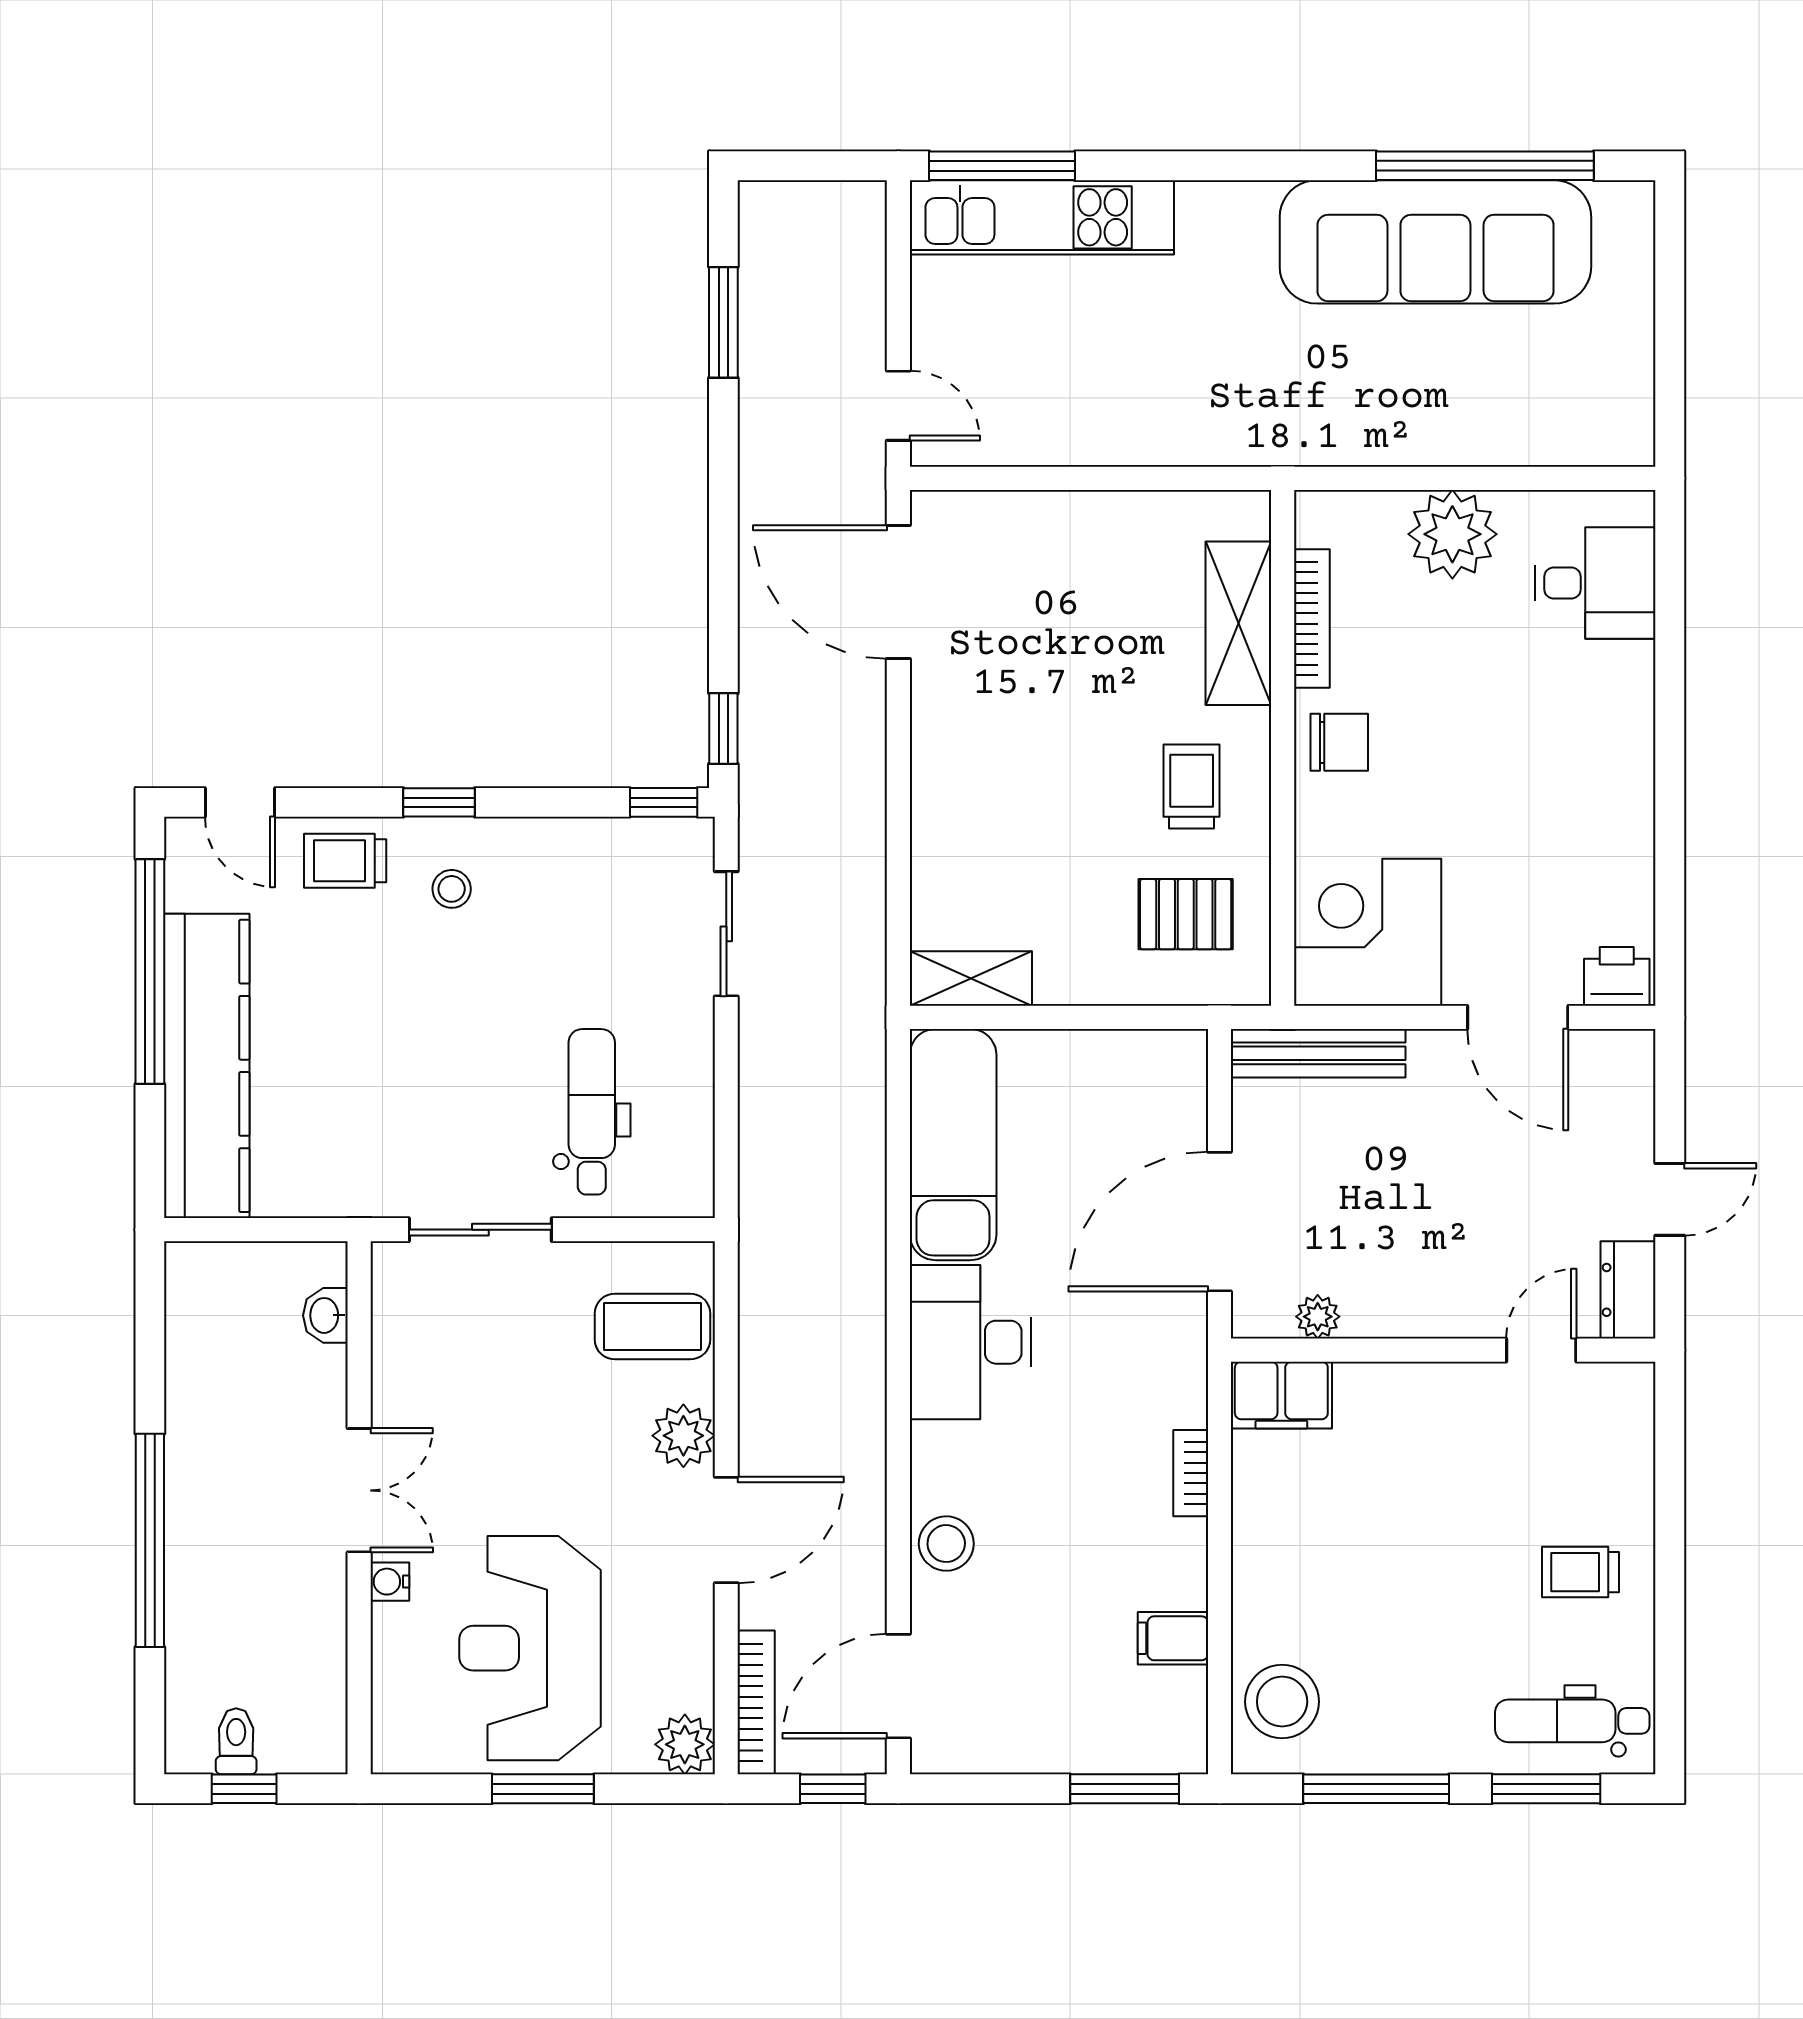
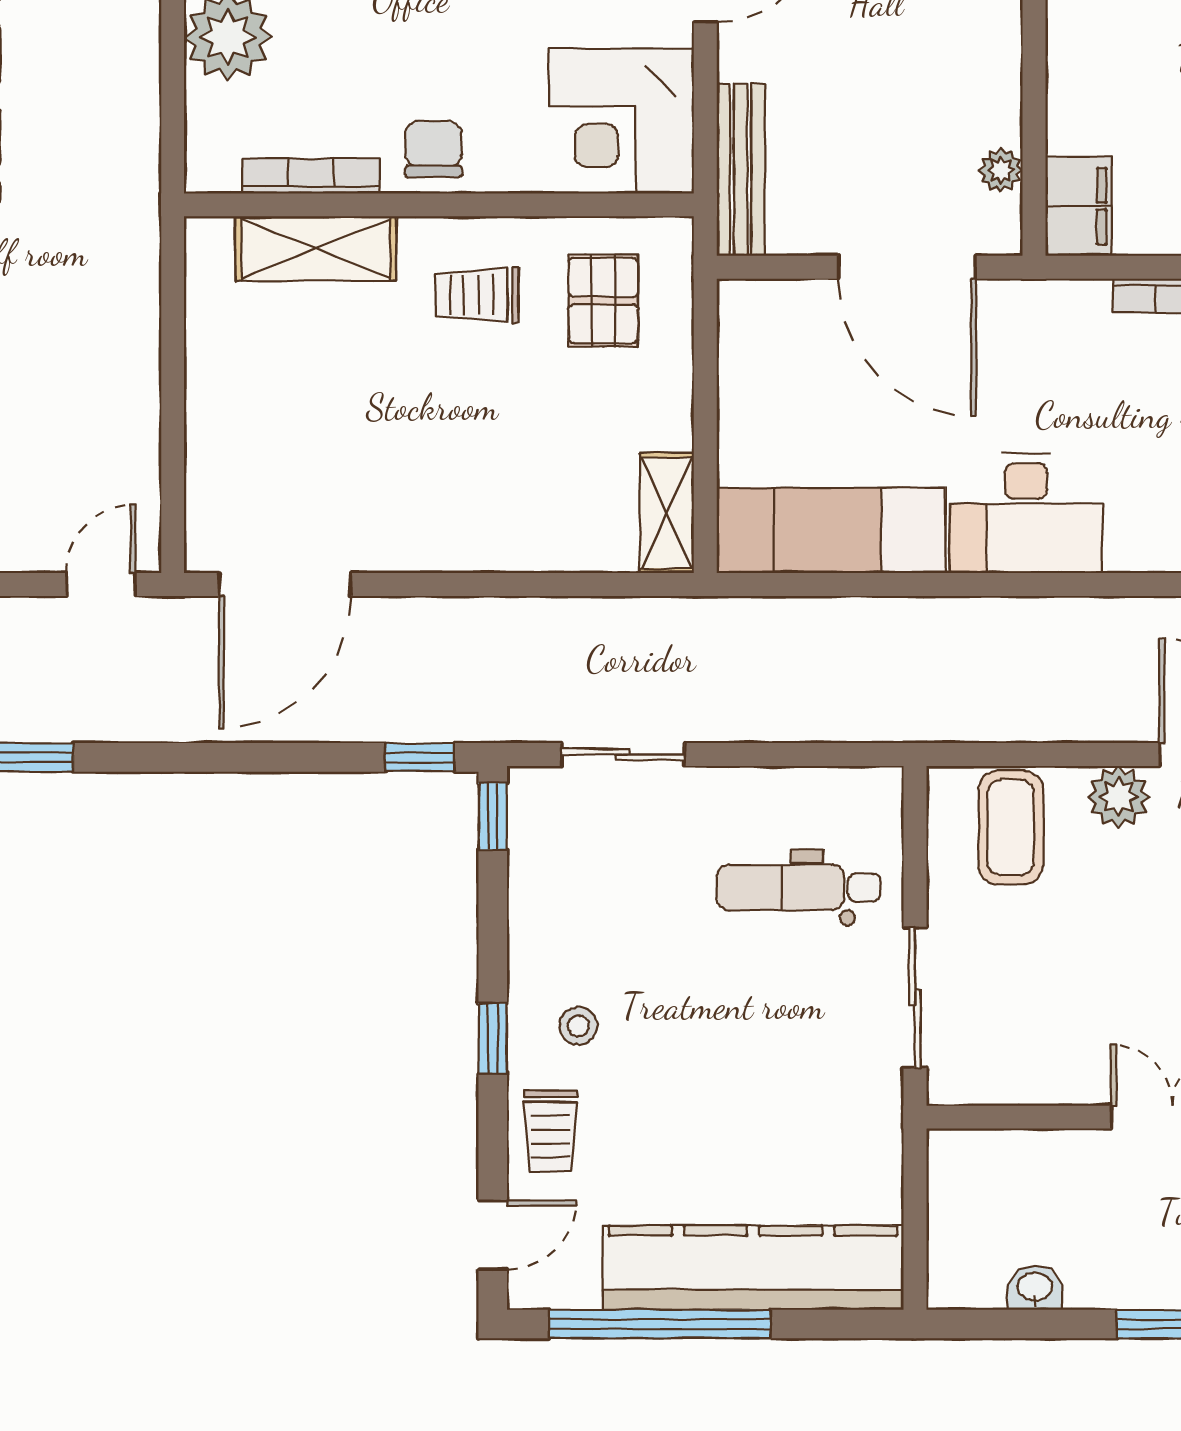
washbasin: (325, 1315) -> (1035, 1288), moved, turned 180

